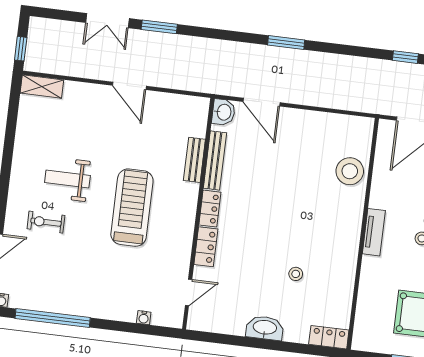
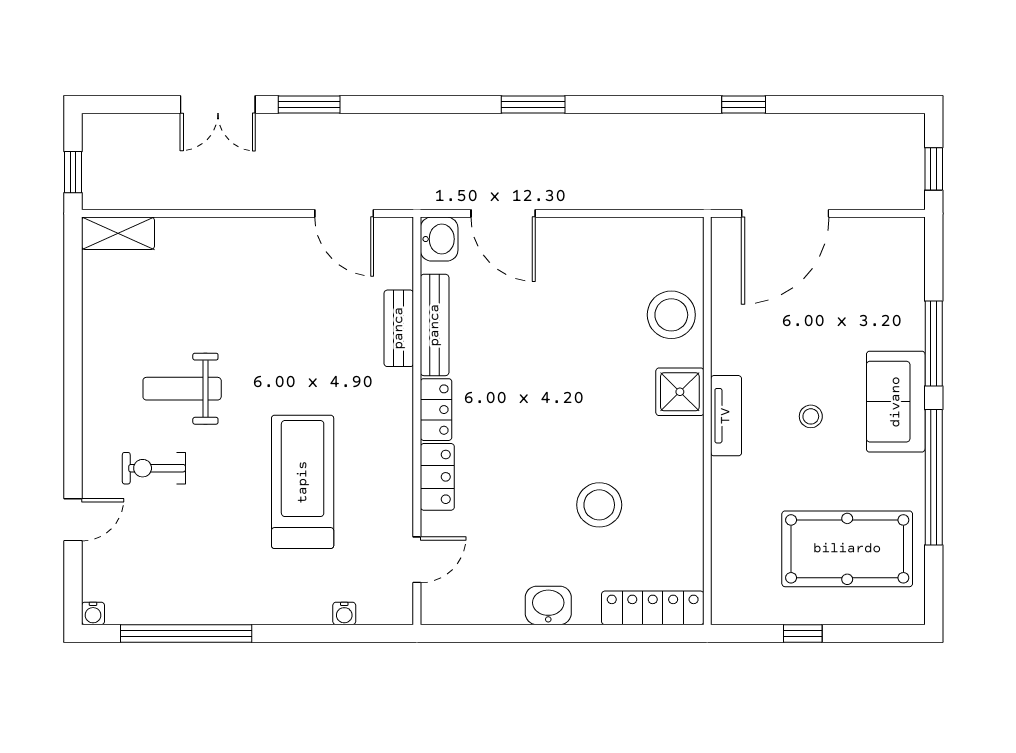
door: (129, 86) -> (344, 213), moved
treadmill: (132, 208) -> (303, 482), moved
shower: (349, 215) -> (680, 392), added
stool: (296, 274) -> (599, 505), width x1.89, depth x1.89
washbasin: (265, 328) -> (548, 605), width x0.72
locker: (329, 337) -> (653, 608), width x1.53

